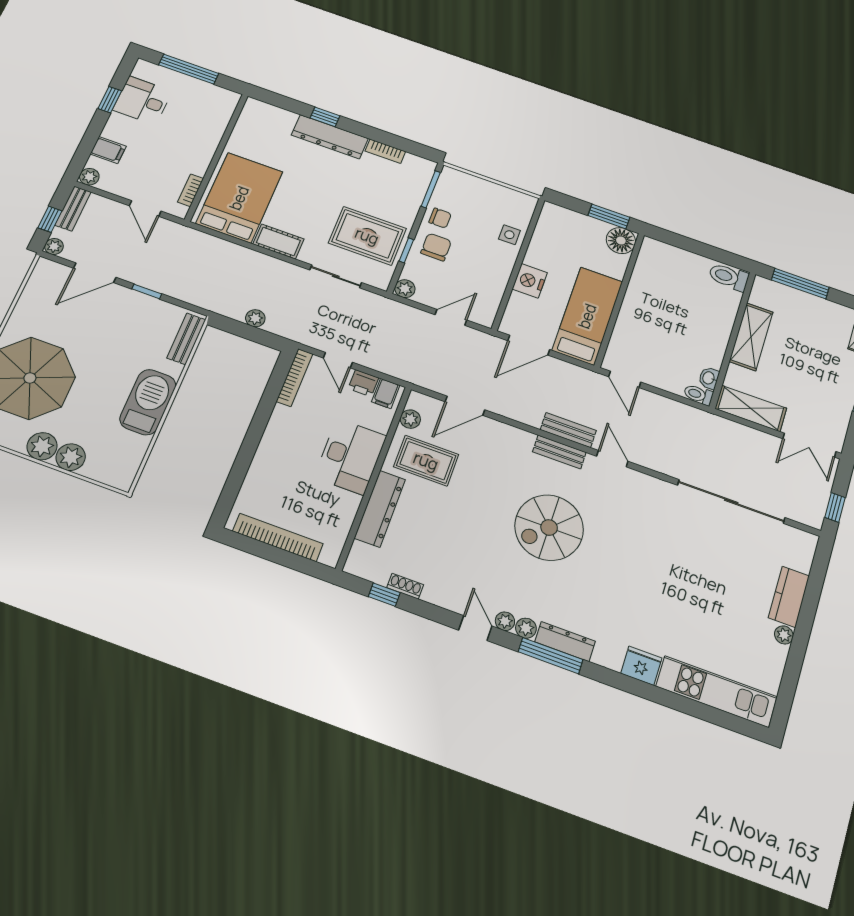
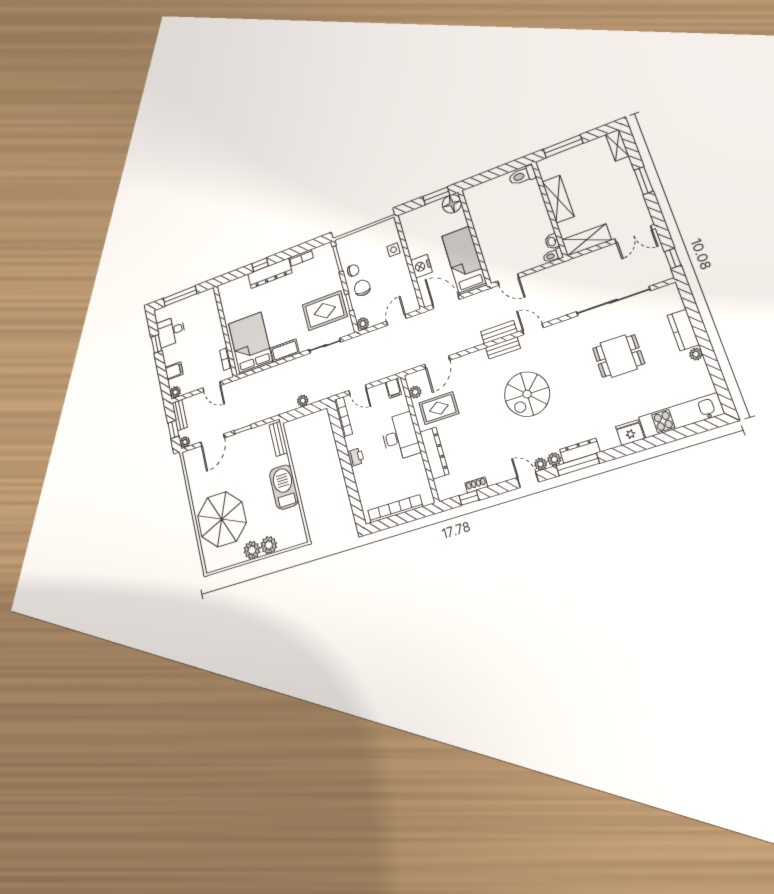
door: (529, 345) -> (446, 302), swing flipped
printer: (363, 383) -> (356, 457), moved, turned -90
dining table: (692, 568) -> (619, 356), added

